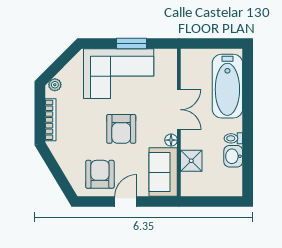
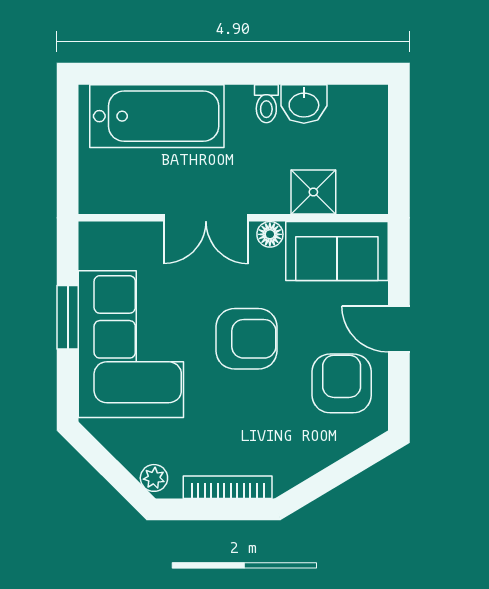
double door: (179, 110) -> (206, 218), swing flipped
armchair: (100, 174) -> (342, 383), turned 90

